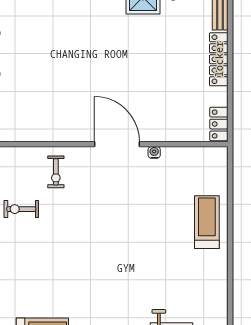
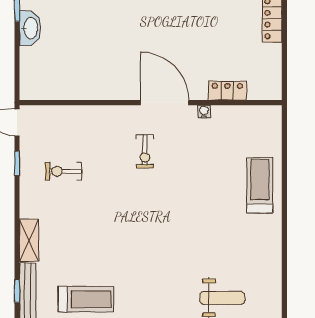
locker: (219, 124) -> (227, 91), moved, turned 90
exercise bike: (56, 172) -> (145, 151), moved

